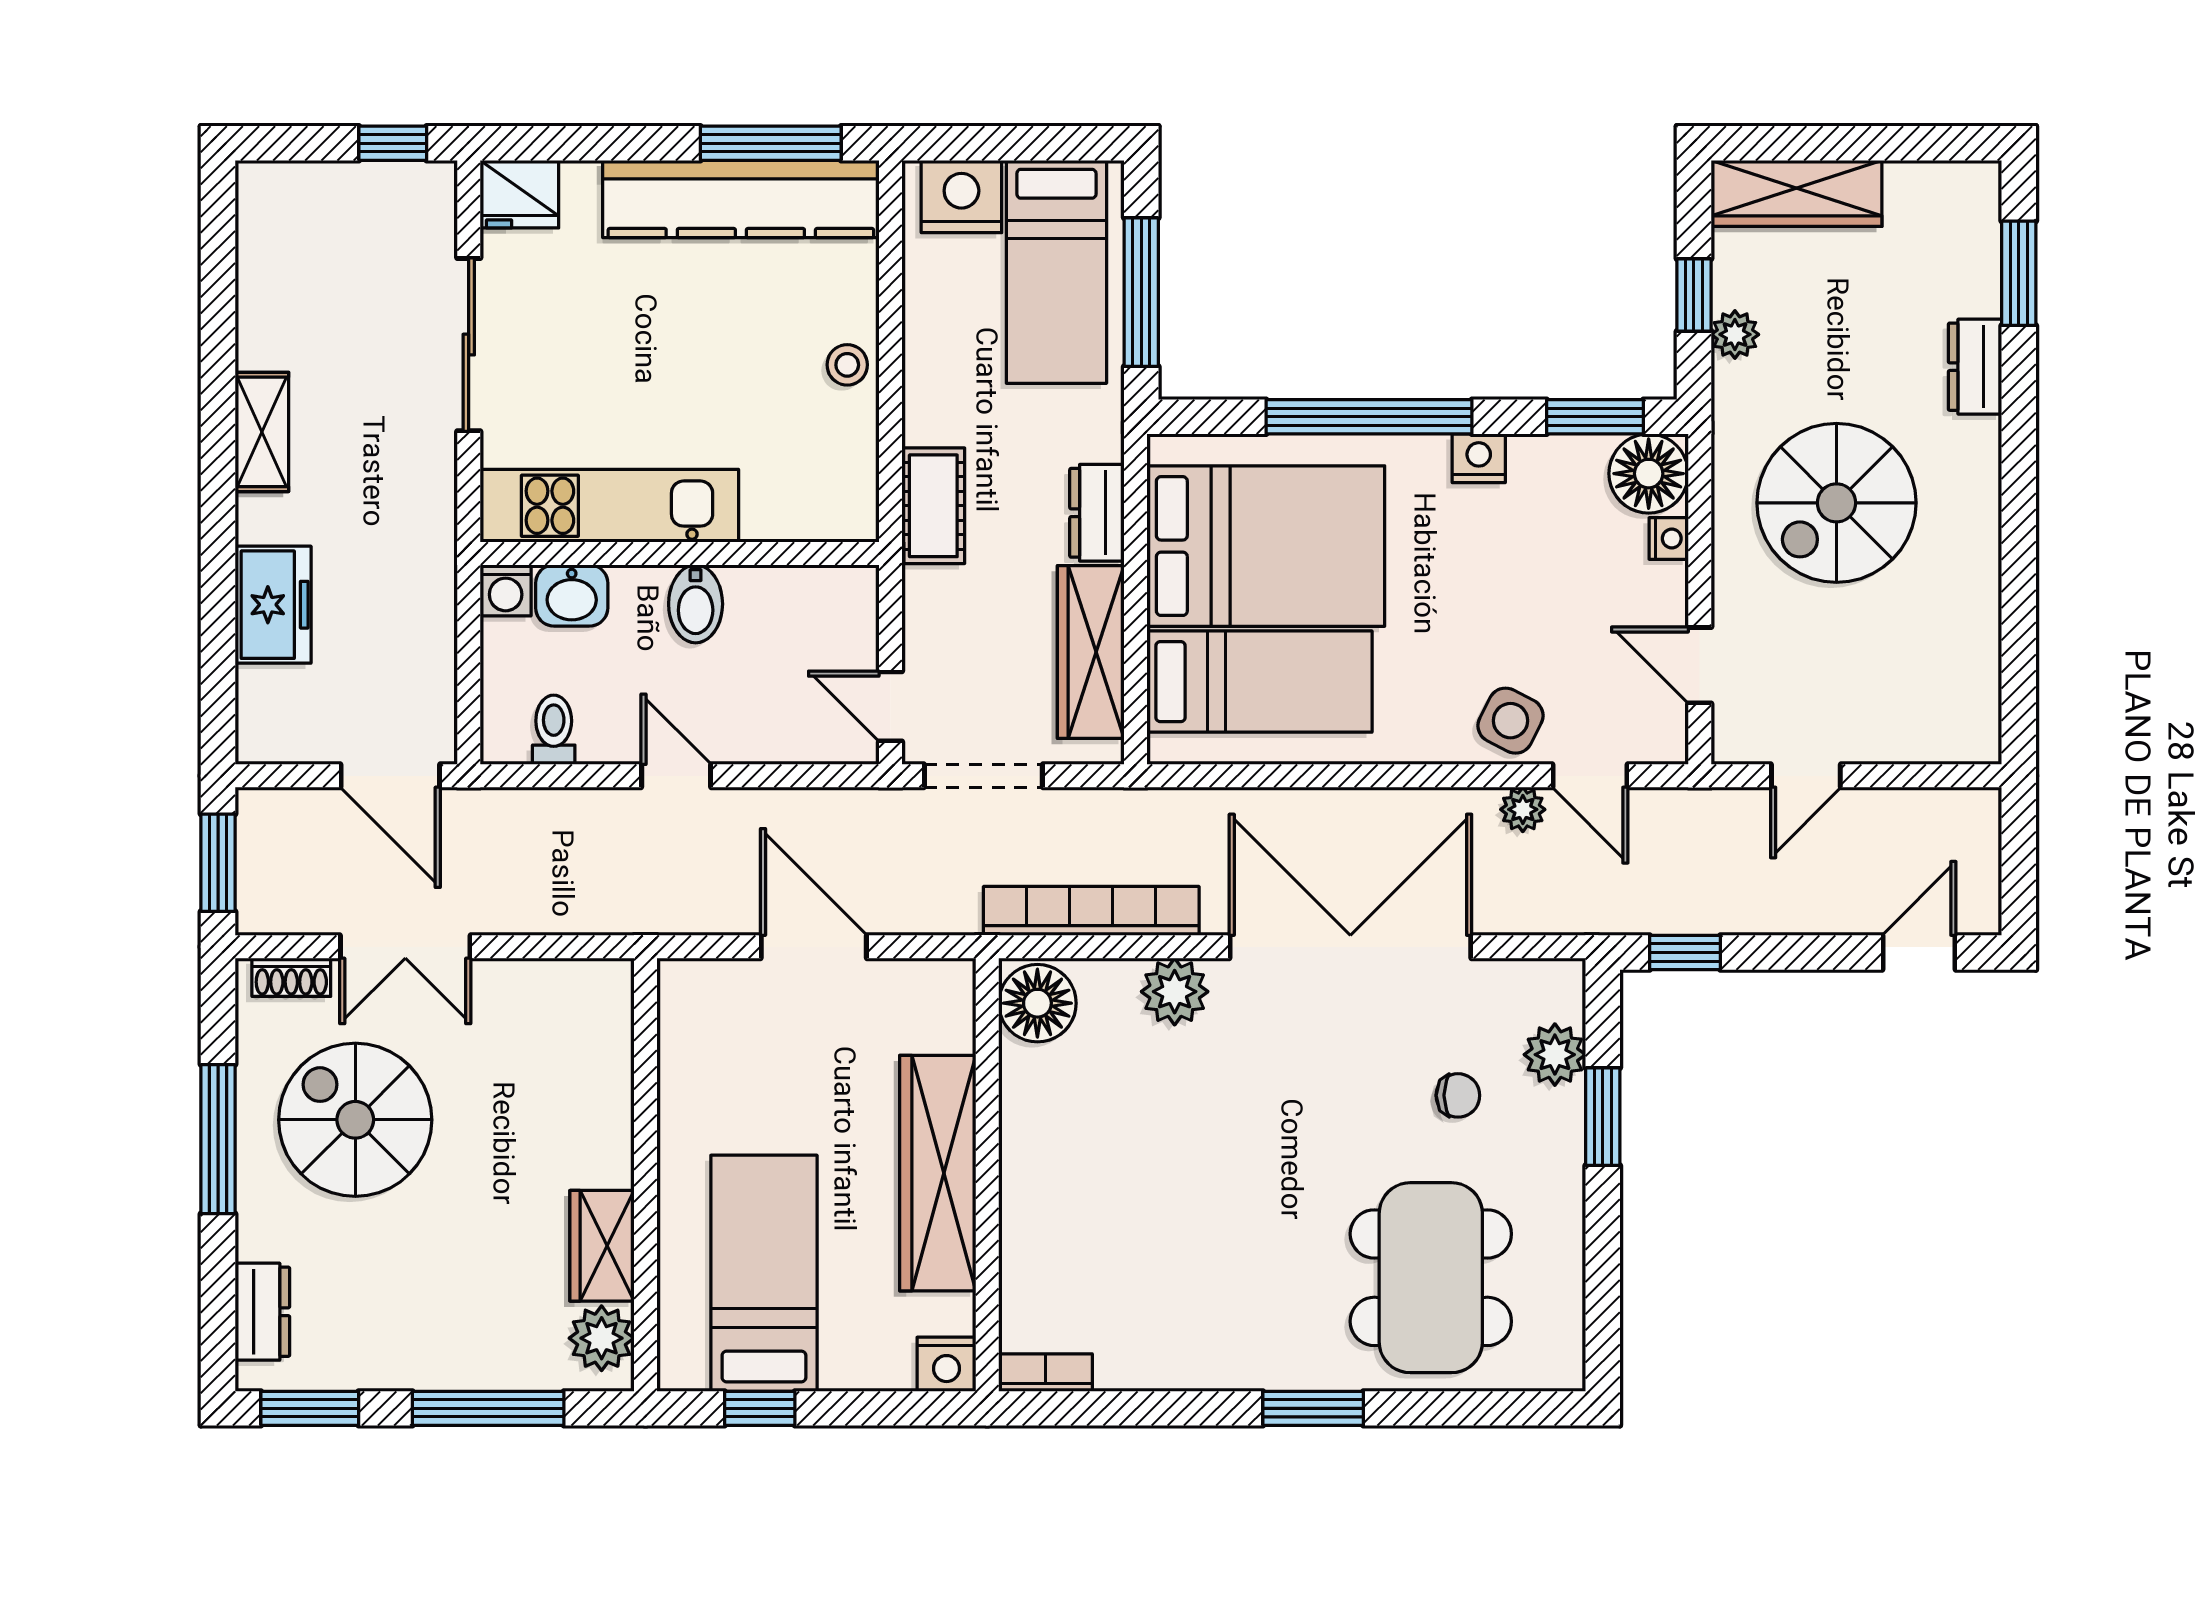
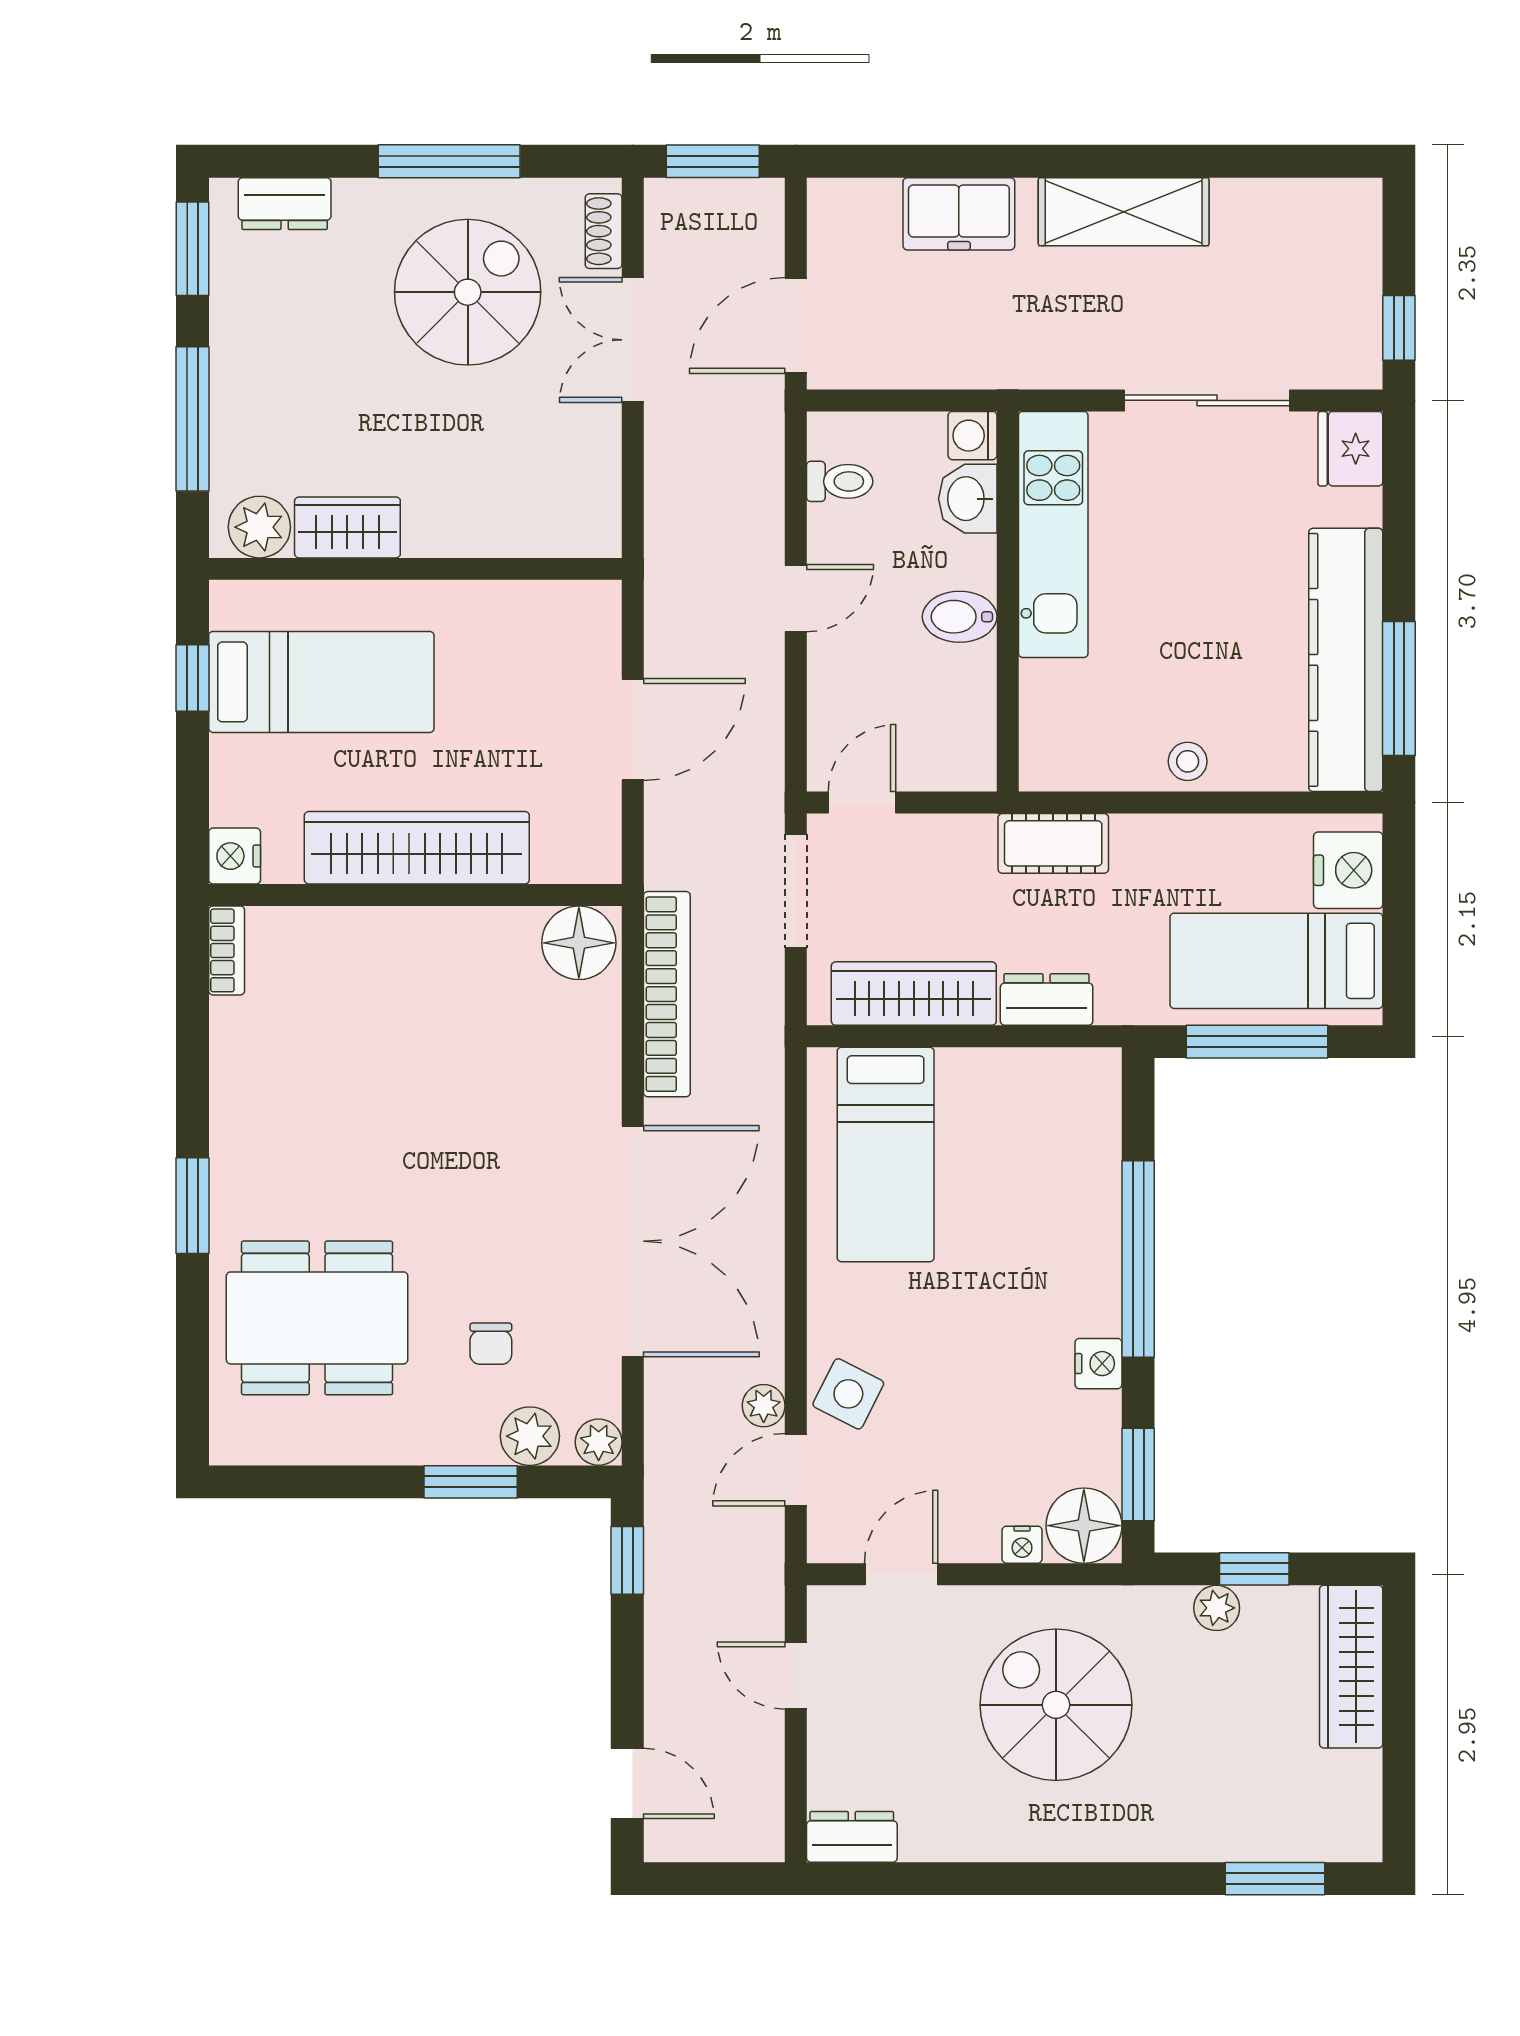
dresser: (1975, 367) -> (852, 1837), moved
shelving: (262, 432) -> (1124, 212), width x1.50, depth x1.33
bed: (1266, 546) -> (1015, 1160), removed
plant: (1175, 992) -> (599, 1442), moved, width x0.73, depth x0.73

